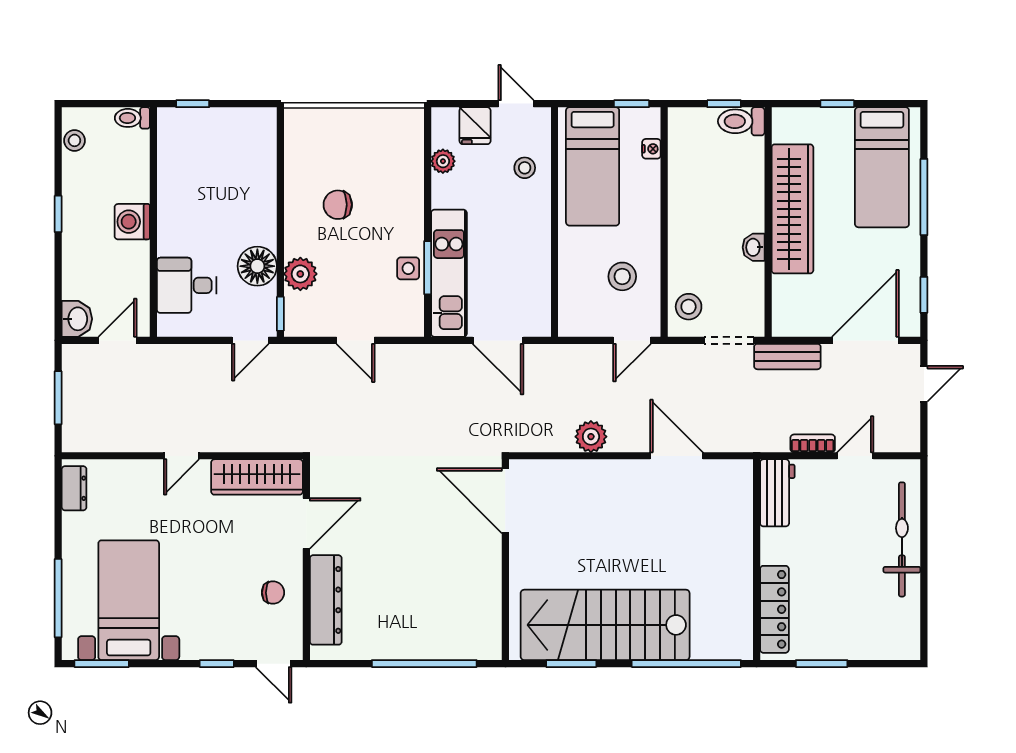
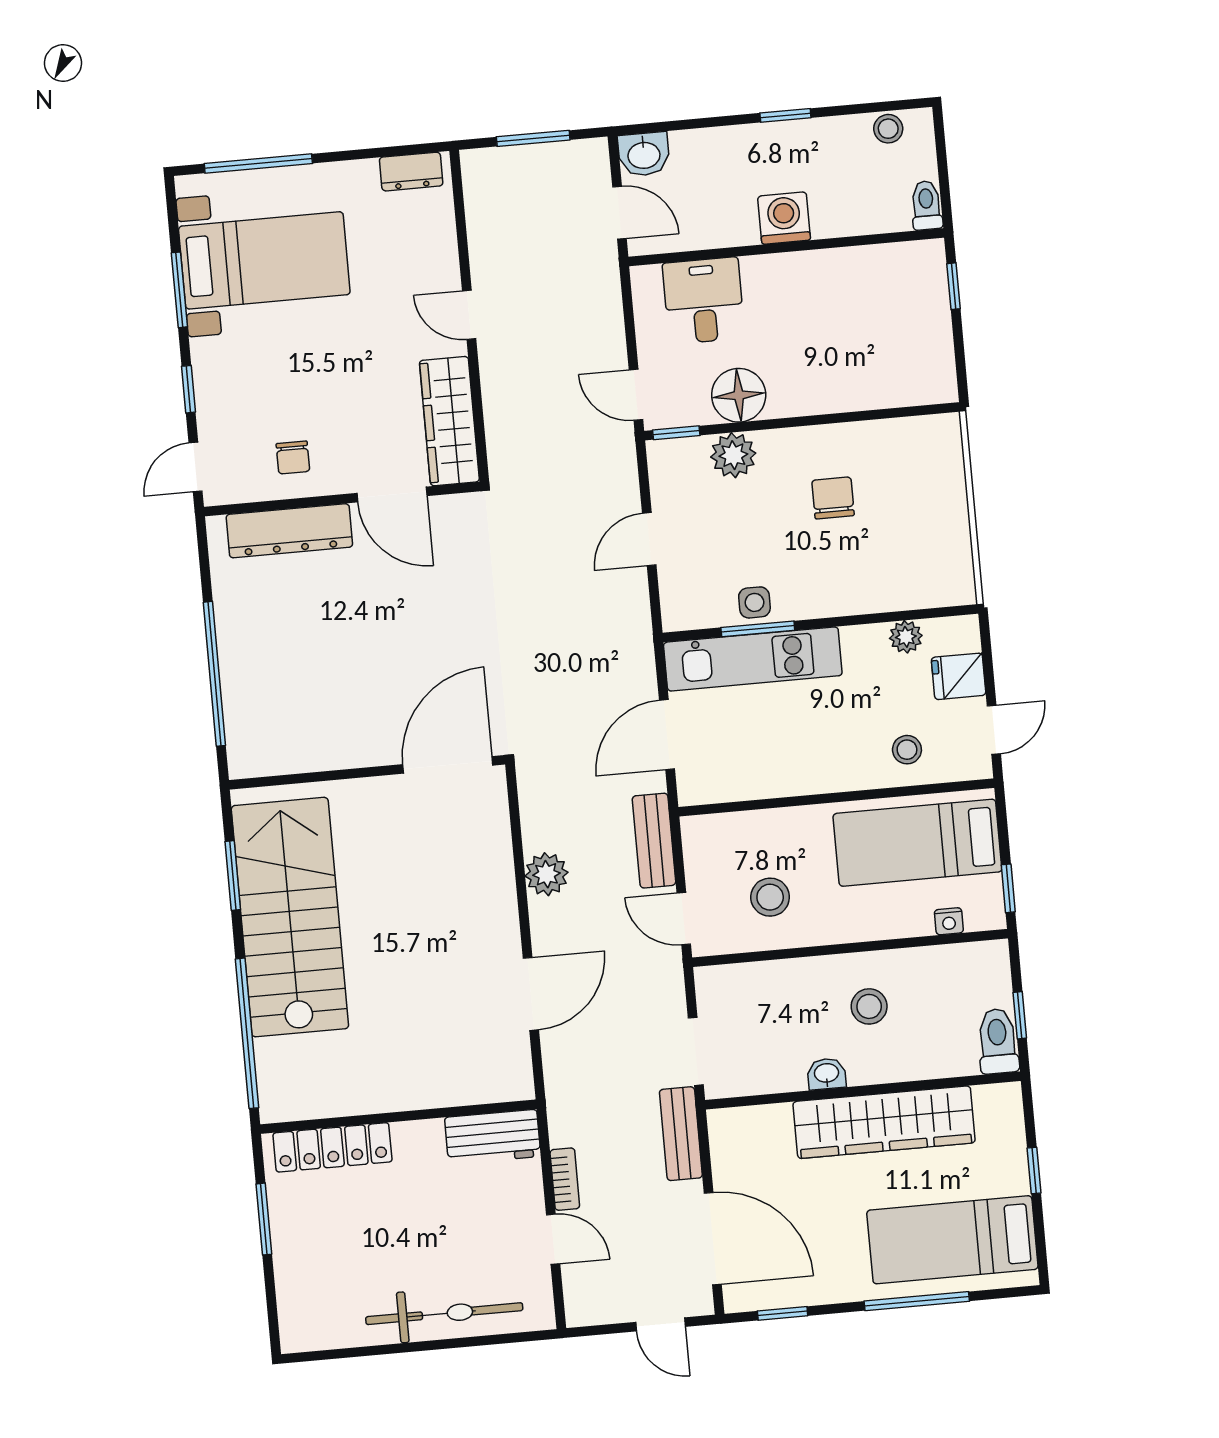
stool: (689, 307) -> (869, 1006), moved
bench: (574, 357) -> (654, 841), added
window: (102, 664) -> (179, 290), moved

